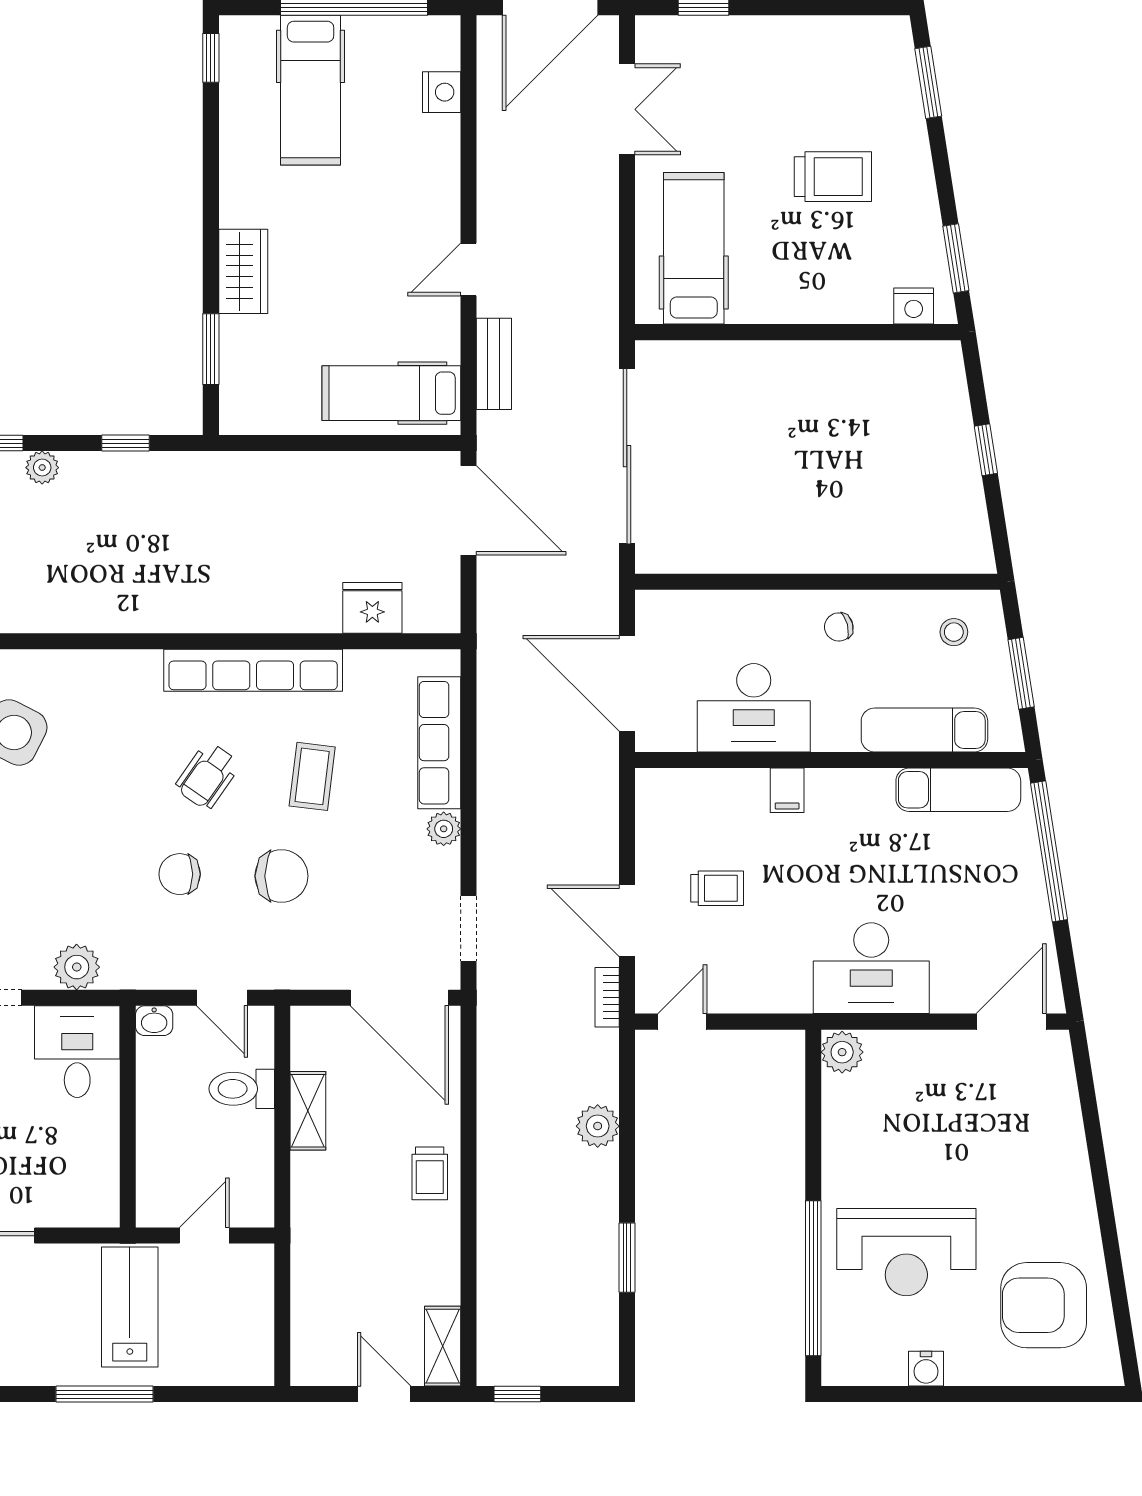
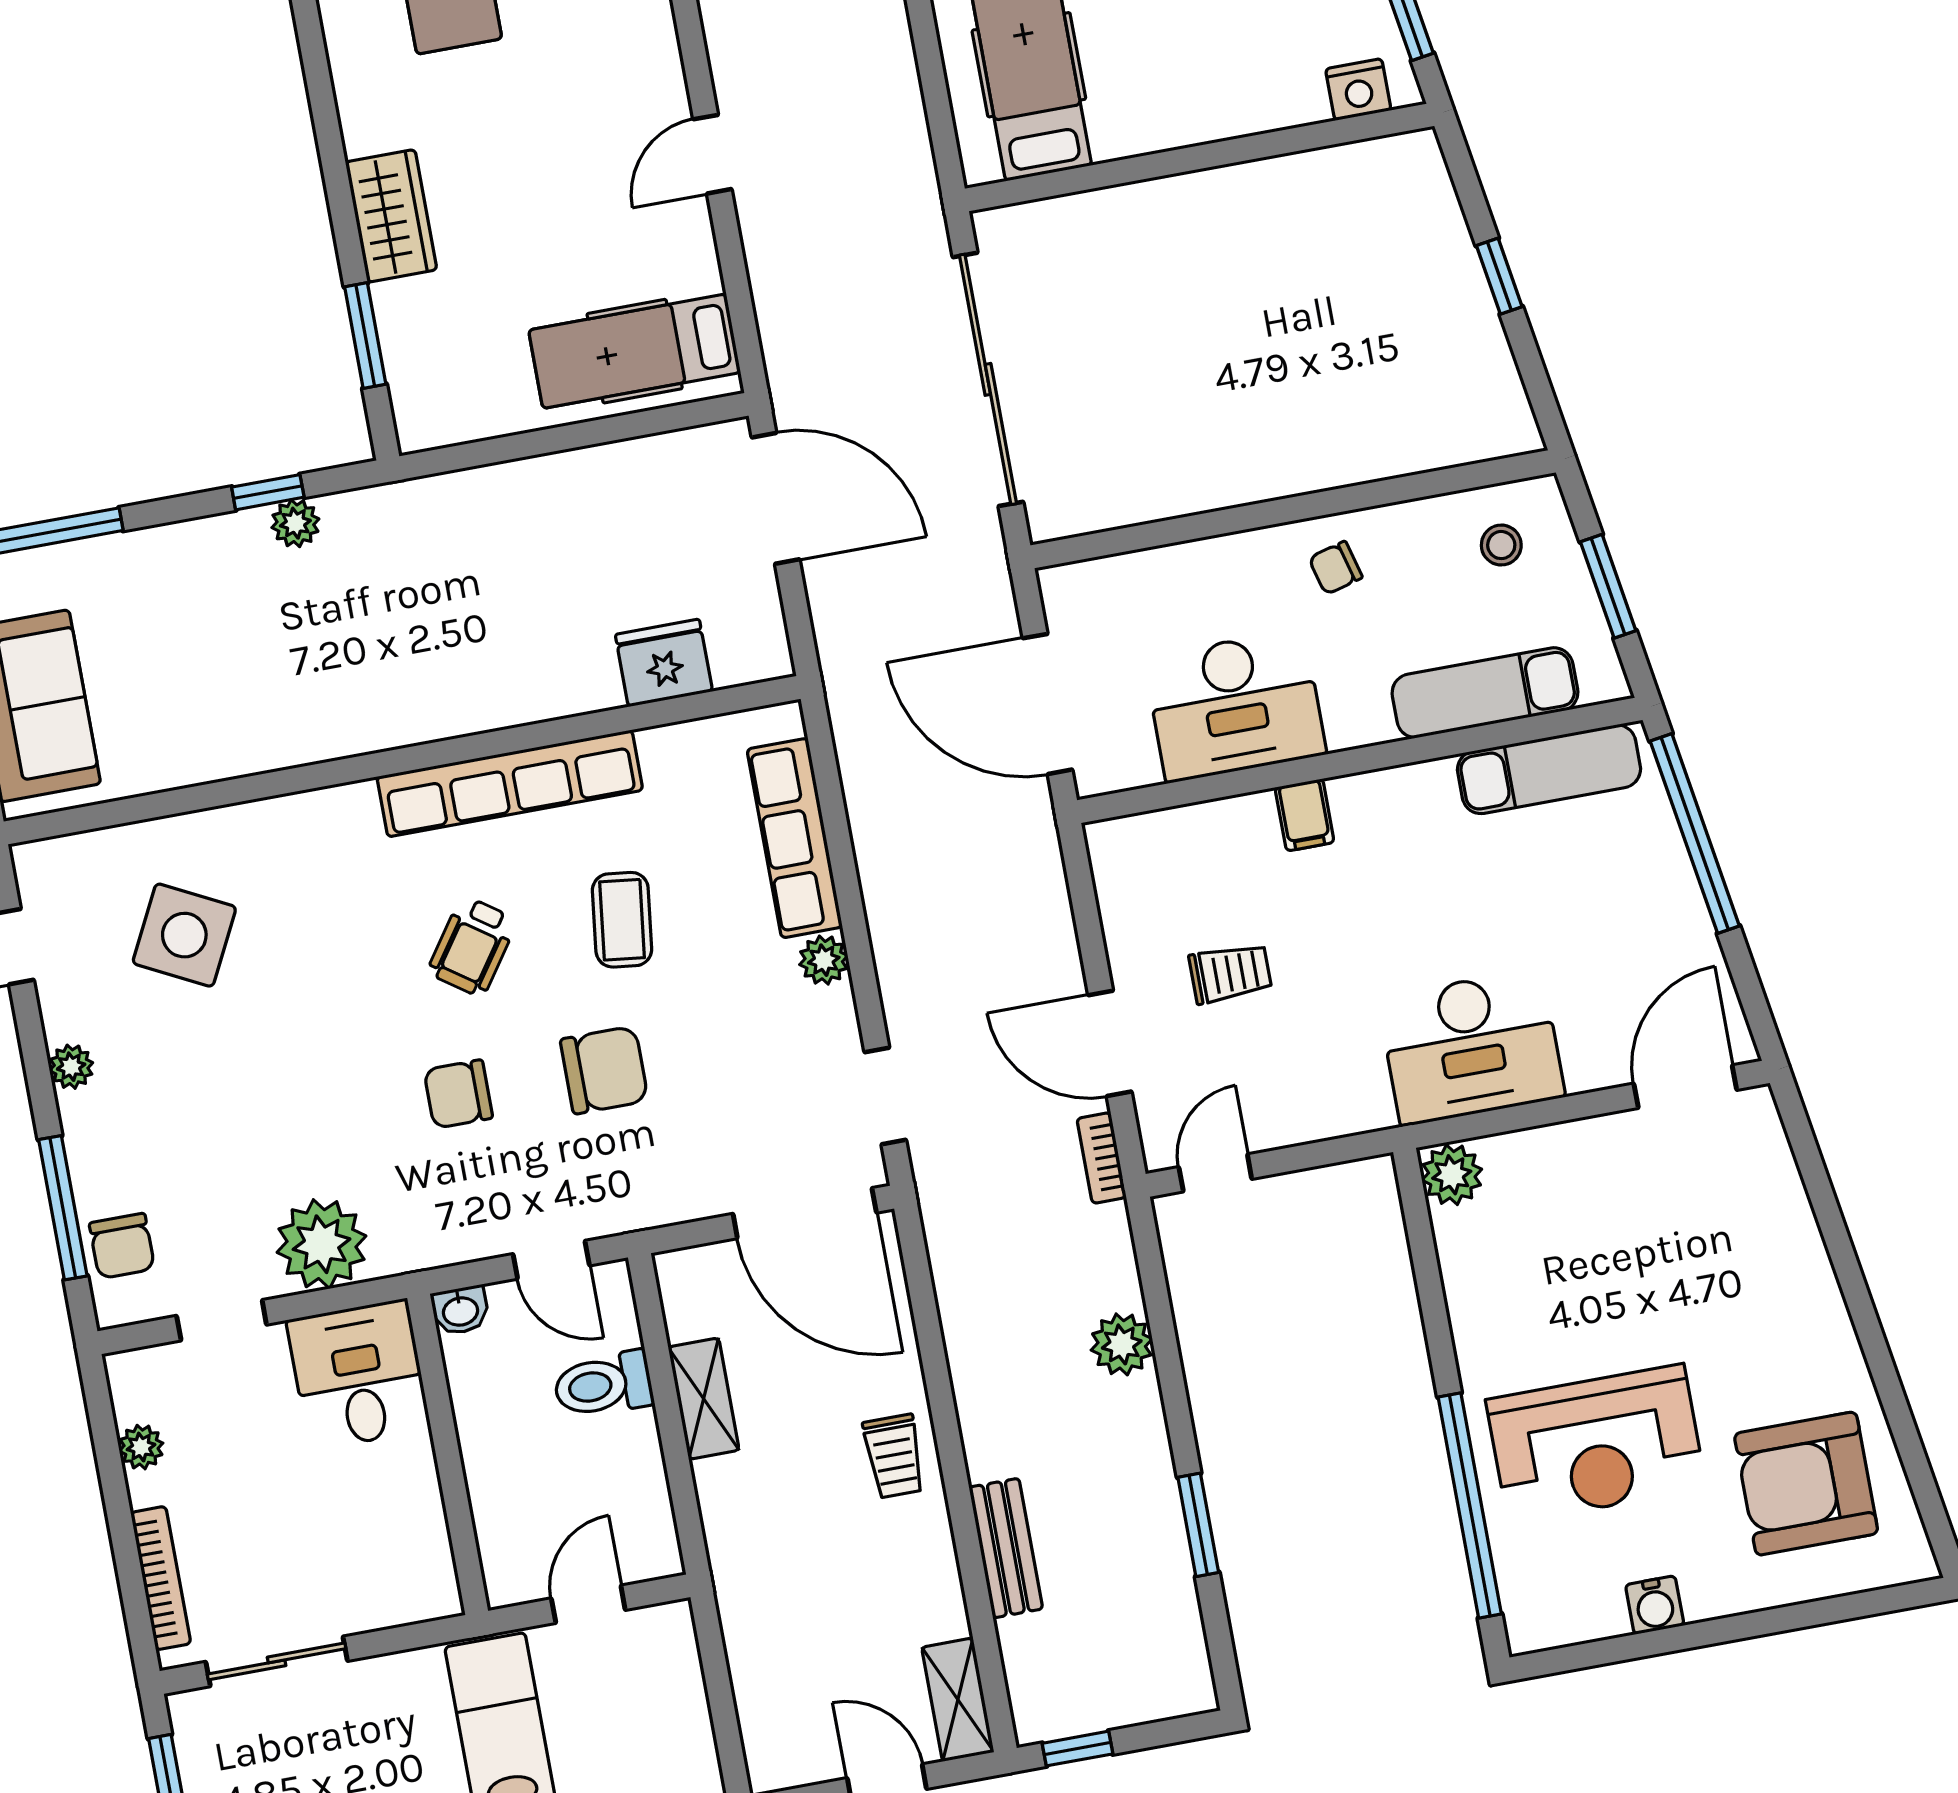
bench: (494, 364) -> (1006, 1548), moved
plant: (42, 468) -> (295, 523), moved
plant: (77, 967) -> (322, 1244), width x1.36, depth x1.36

